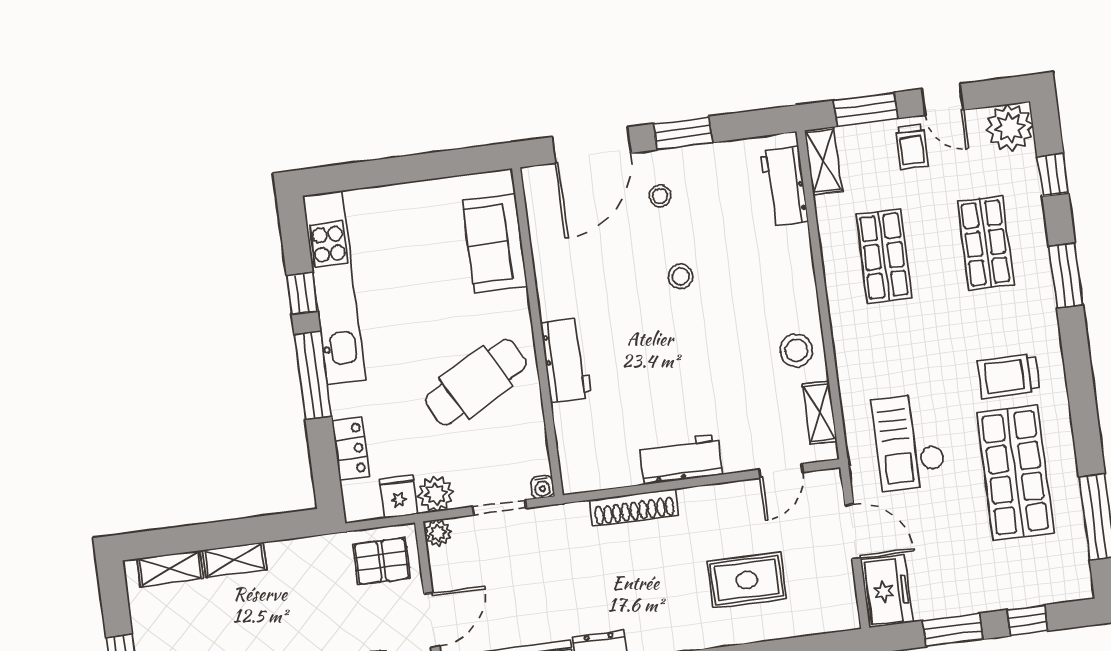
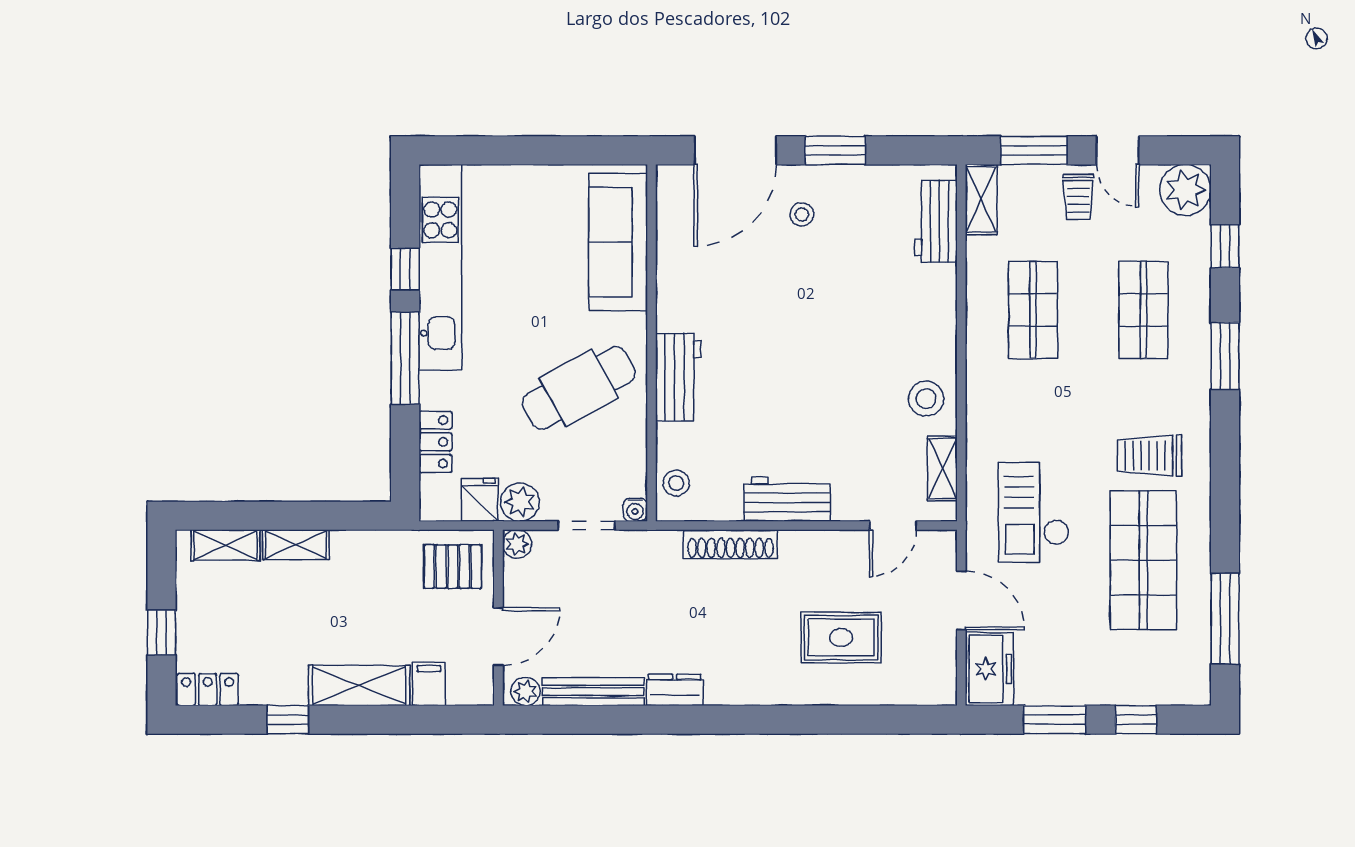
sofa: (495, 243) -> (618, 242), width x1.36
stool: (680, 276) -> (676, 483), moved

